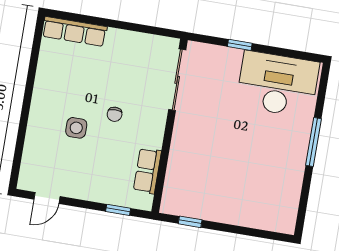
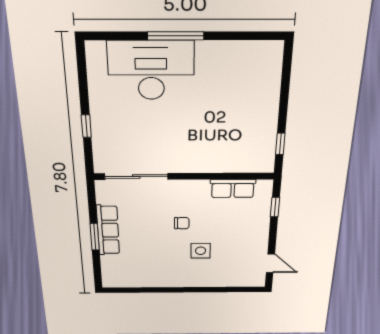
window: (113, 24) -> (95, 237), added
row of seats: (74, 31) -> (108, 230), moved
desk: (278, 84) -> (151, 70), moved, turned 90

